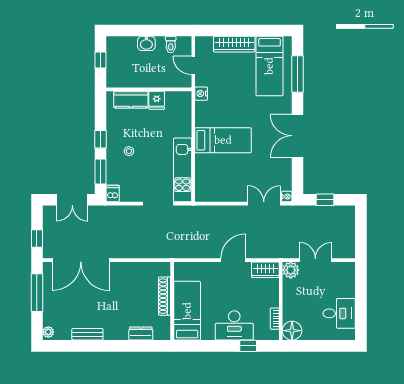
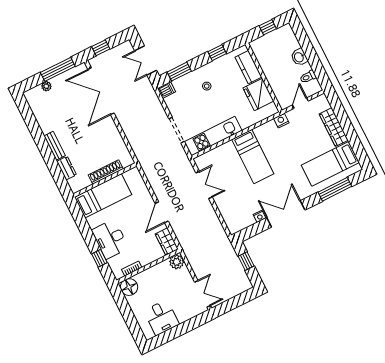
fridge: (157, 100) -> (258, 95), width x1.88, depth x1.34
window: (100, 139) -> (217, 53), moved
nightstand: (287, 197) -> (260, 216), moved
double door: (264, 204) -> (204, 185), moved
door: (233, 260) -> (162, 212), swing flipped
double door: (315, 260) -> (202, 294), moved
plant: (48, 332) -> (46, 86), moved
bench: (87, 334) -> (55, 146), moved

